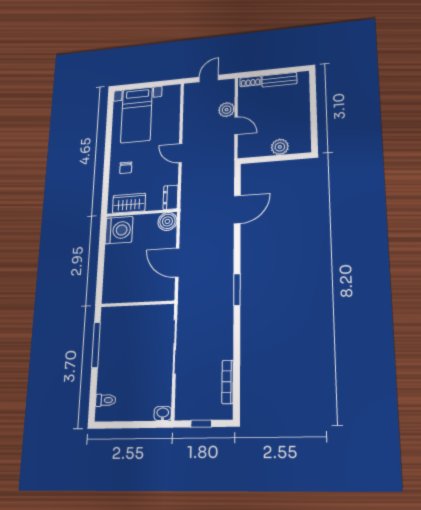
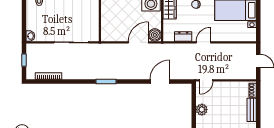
plant: (227, 110) -> (233, 74), removed
door: (236, 126) -> (206, 80), moved
dresser: (171, 197) -> (183, 37), moved
door: (237, 210) -> (160, 81), swing flipped
door: (177, 263) -> (138, 42), moved

